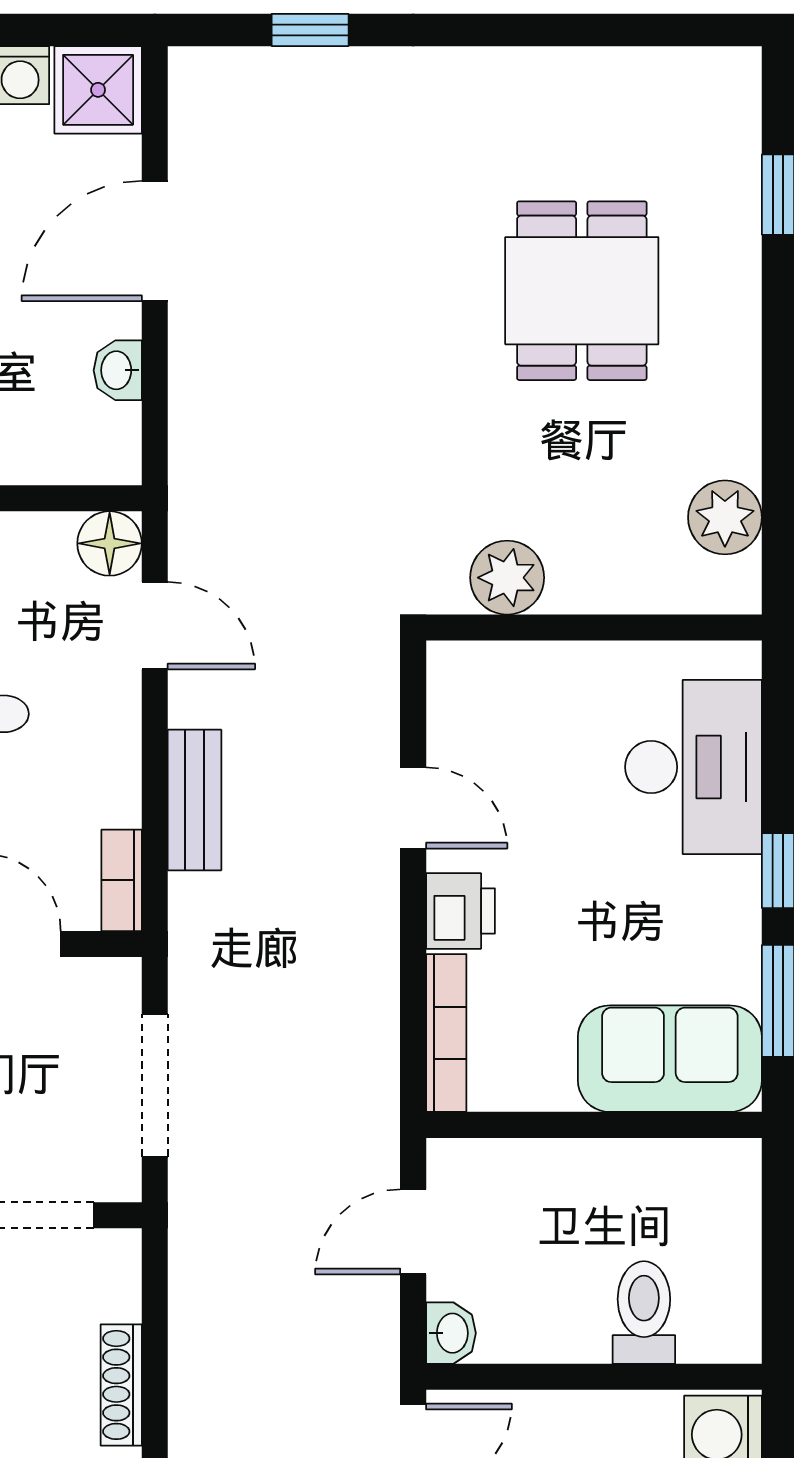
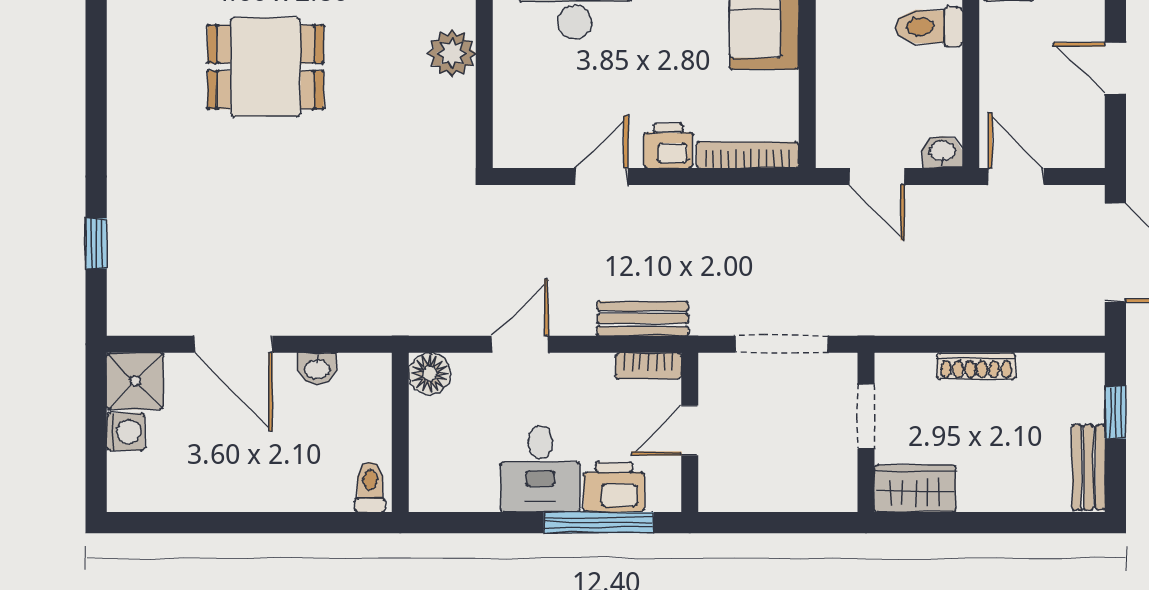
plant: (507, 578) -> (452, 53), moved
door: (155, 626) -> (520, 344), moved
bench: (194, 800) -> (643, 319), moved

